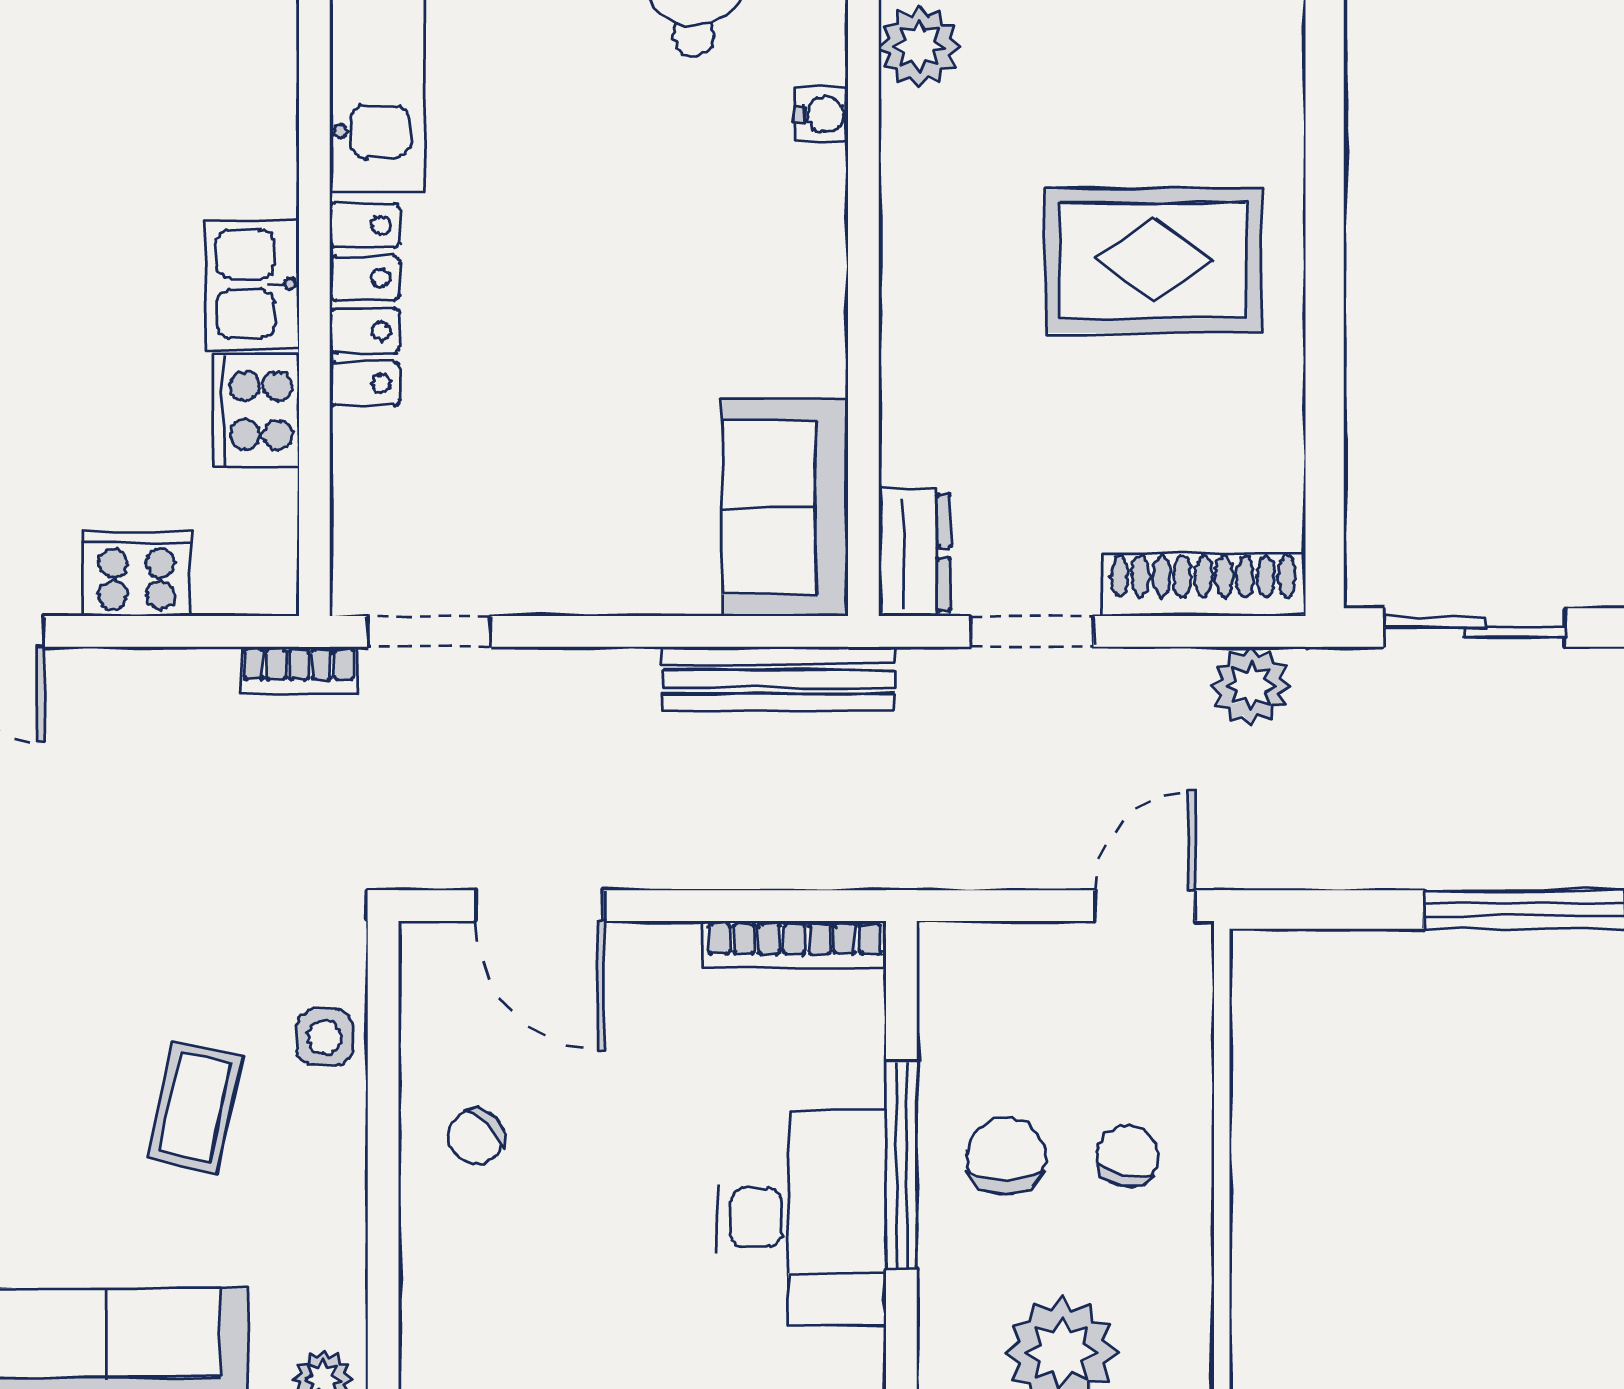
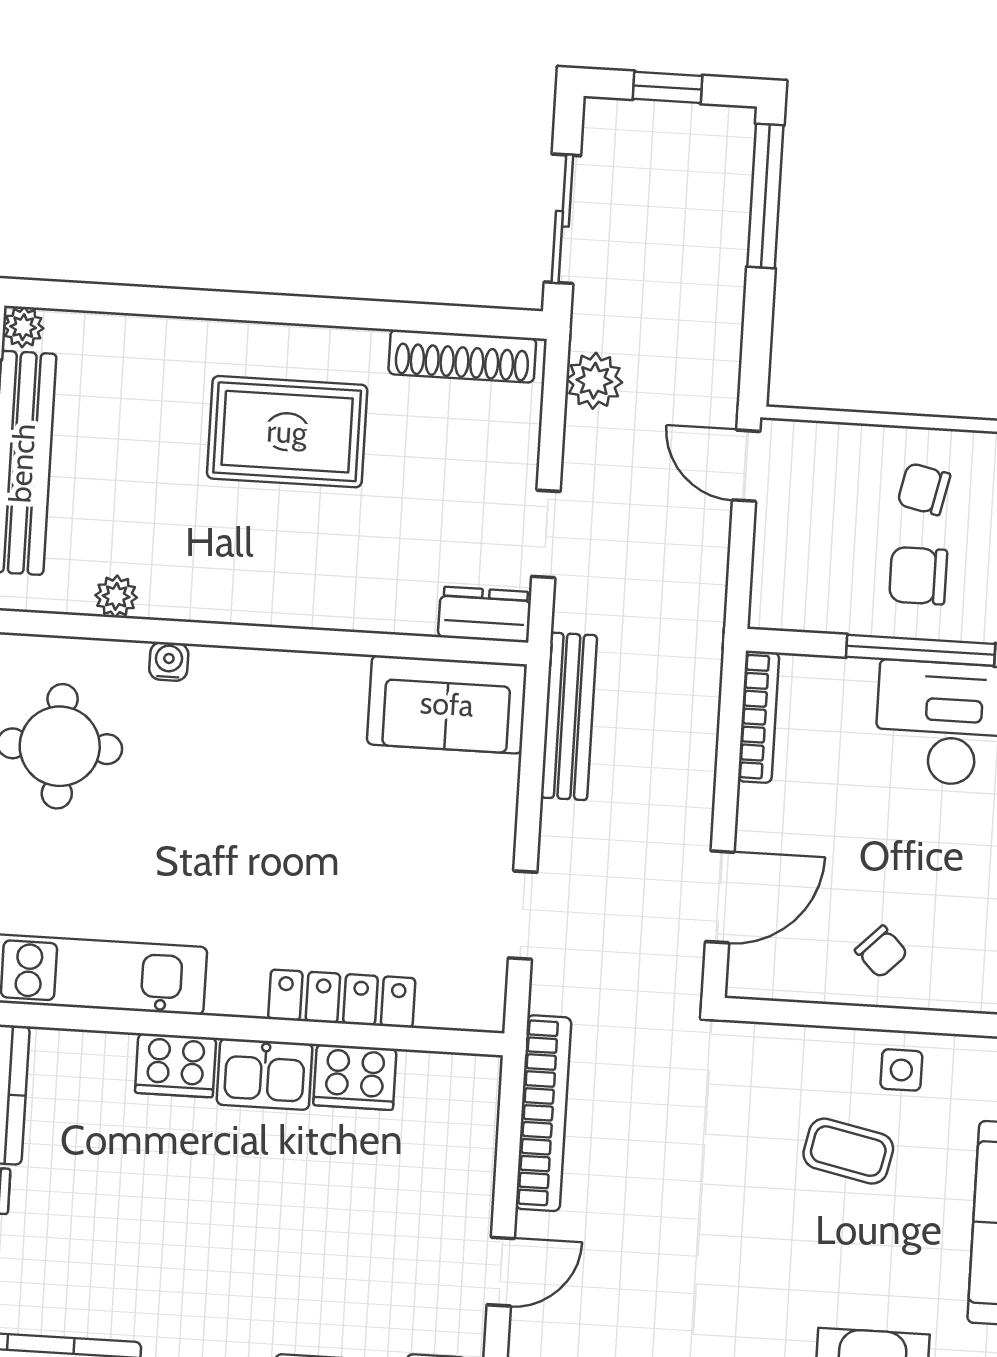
plant: (919, 46) -> (116, 596), width x0.73, depth x0.73
rug: (1153, 260) -> (287, 432), turned 90
locker: (365, 304) -> (342, 999), moved
cooker: (137, 574) -> (176, 1065), moved, turned -90
shoe rack: (1203, 585) -> (462, 356), moved, turned -90
doorway: (429, 631) -> (523, 915), moved
bookcase: (299, 670) -> (543, 1113), width x2.31, depth x1.31
side table: (325, 1037) -> (901, 1070), moved

